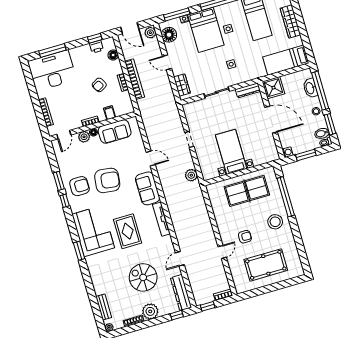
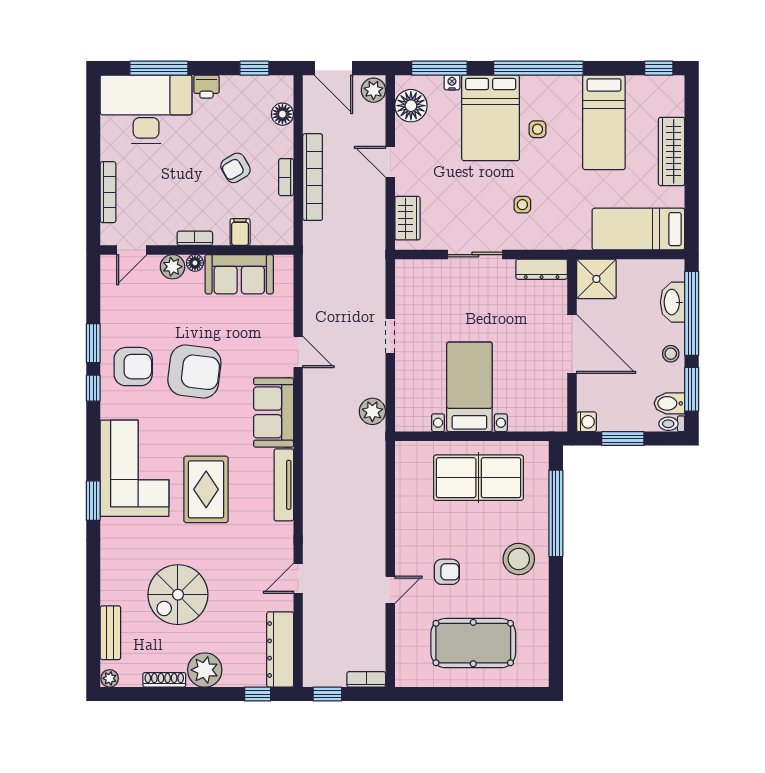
printer: (96, 47) -> (206, 87), moved
spiral stairs: (143, 277) -> (178, 595), moved, turned -90

